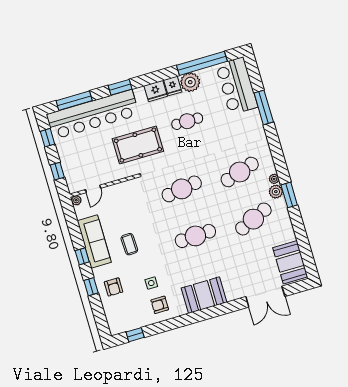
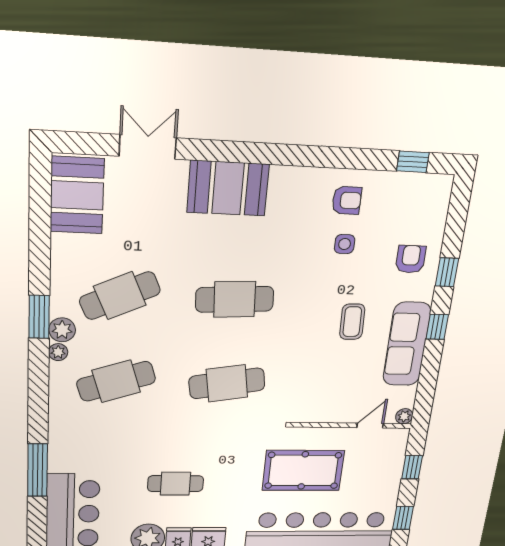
pool table: (138, 145) -> (303, 470), moved
booth: (204, 295) -> (228, 188), moved
double door: (265, 297) -> (148, 147), width x0.73

